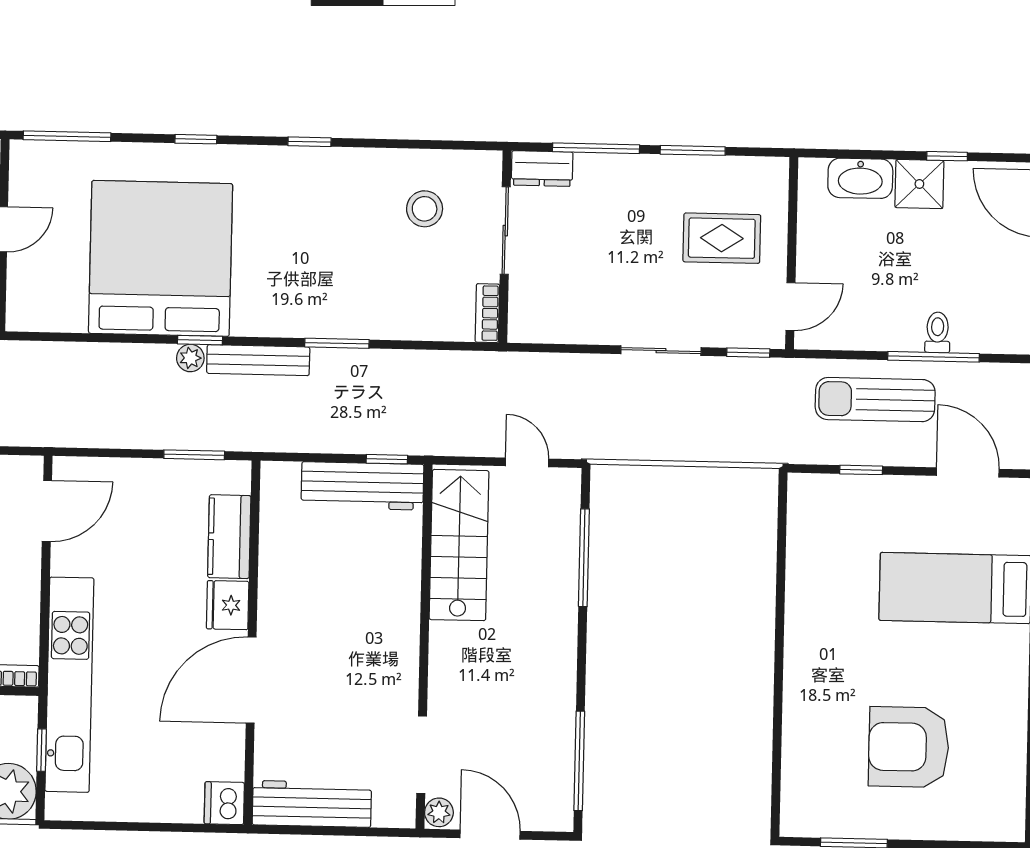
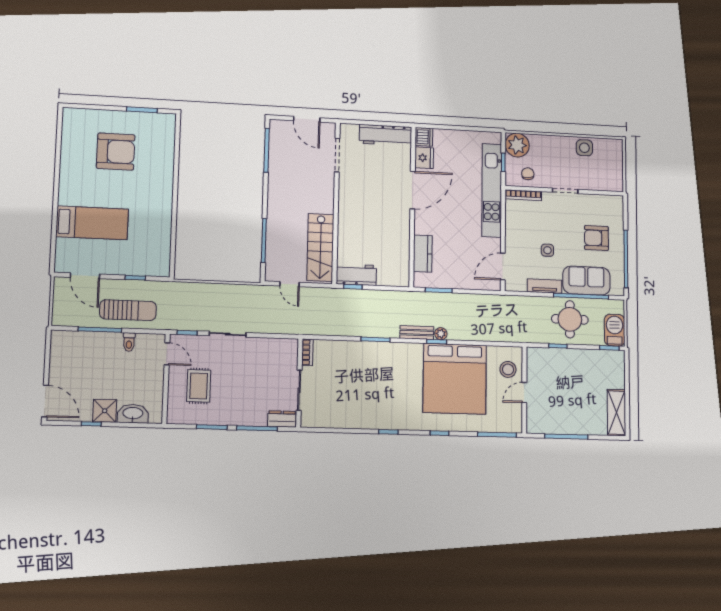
stool: (425, 209) -> (508, 369), moved
rug: (722, 238) -> (199, 386), turned 90
door: (790, 307) -> (167, 354), swing flipped
toilet: (938, 332) -> (129, 342), moved
bench: (258, 360) -> (417, 332), width x0.73
workbench: (362, 486) -> (356, 275), width x0.73
fridge: (228, 605) -> (424, 158), moved
plant: (439, 812) -> (329, 130), removed

